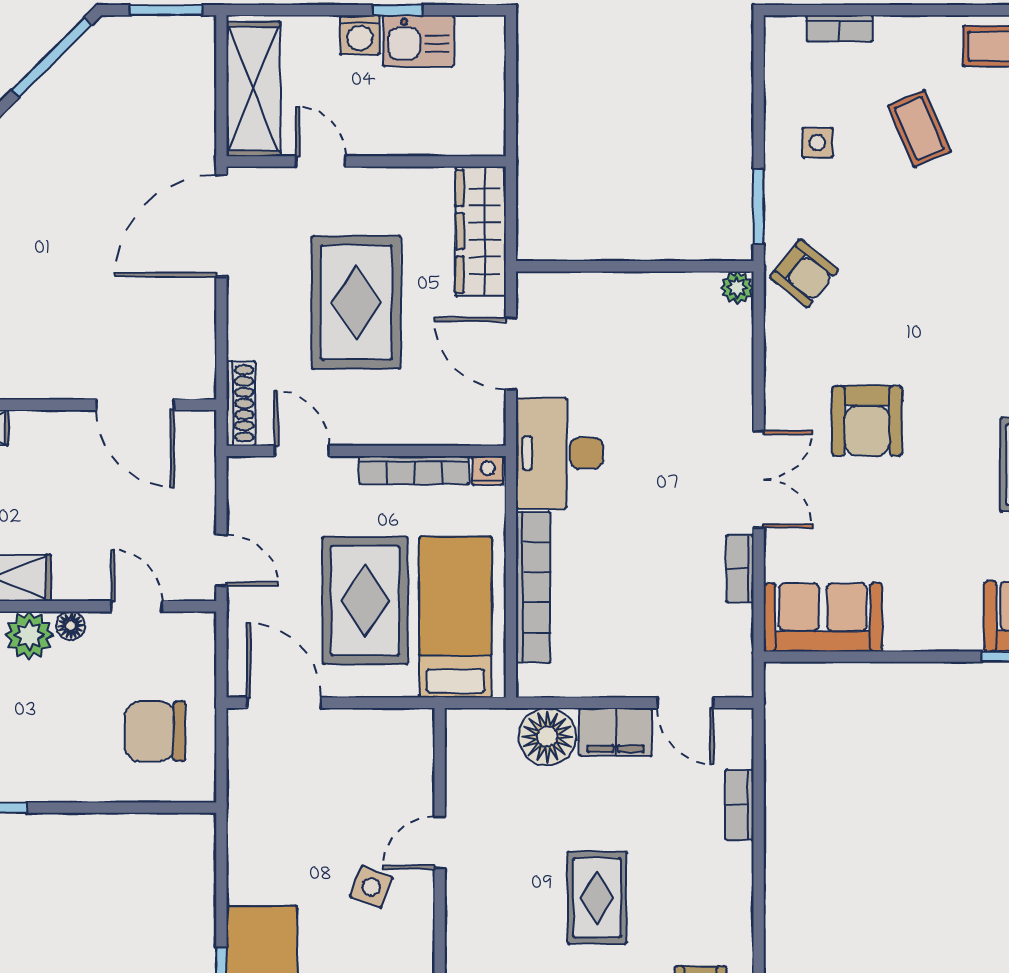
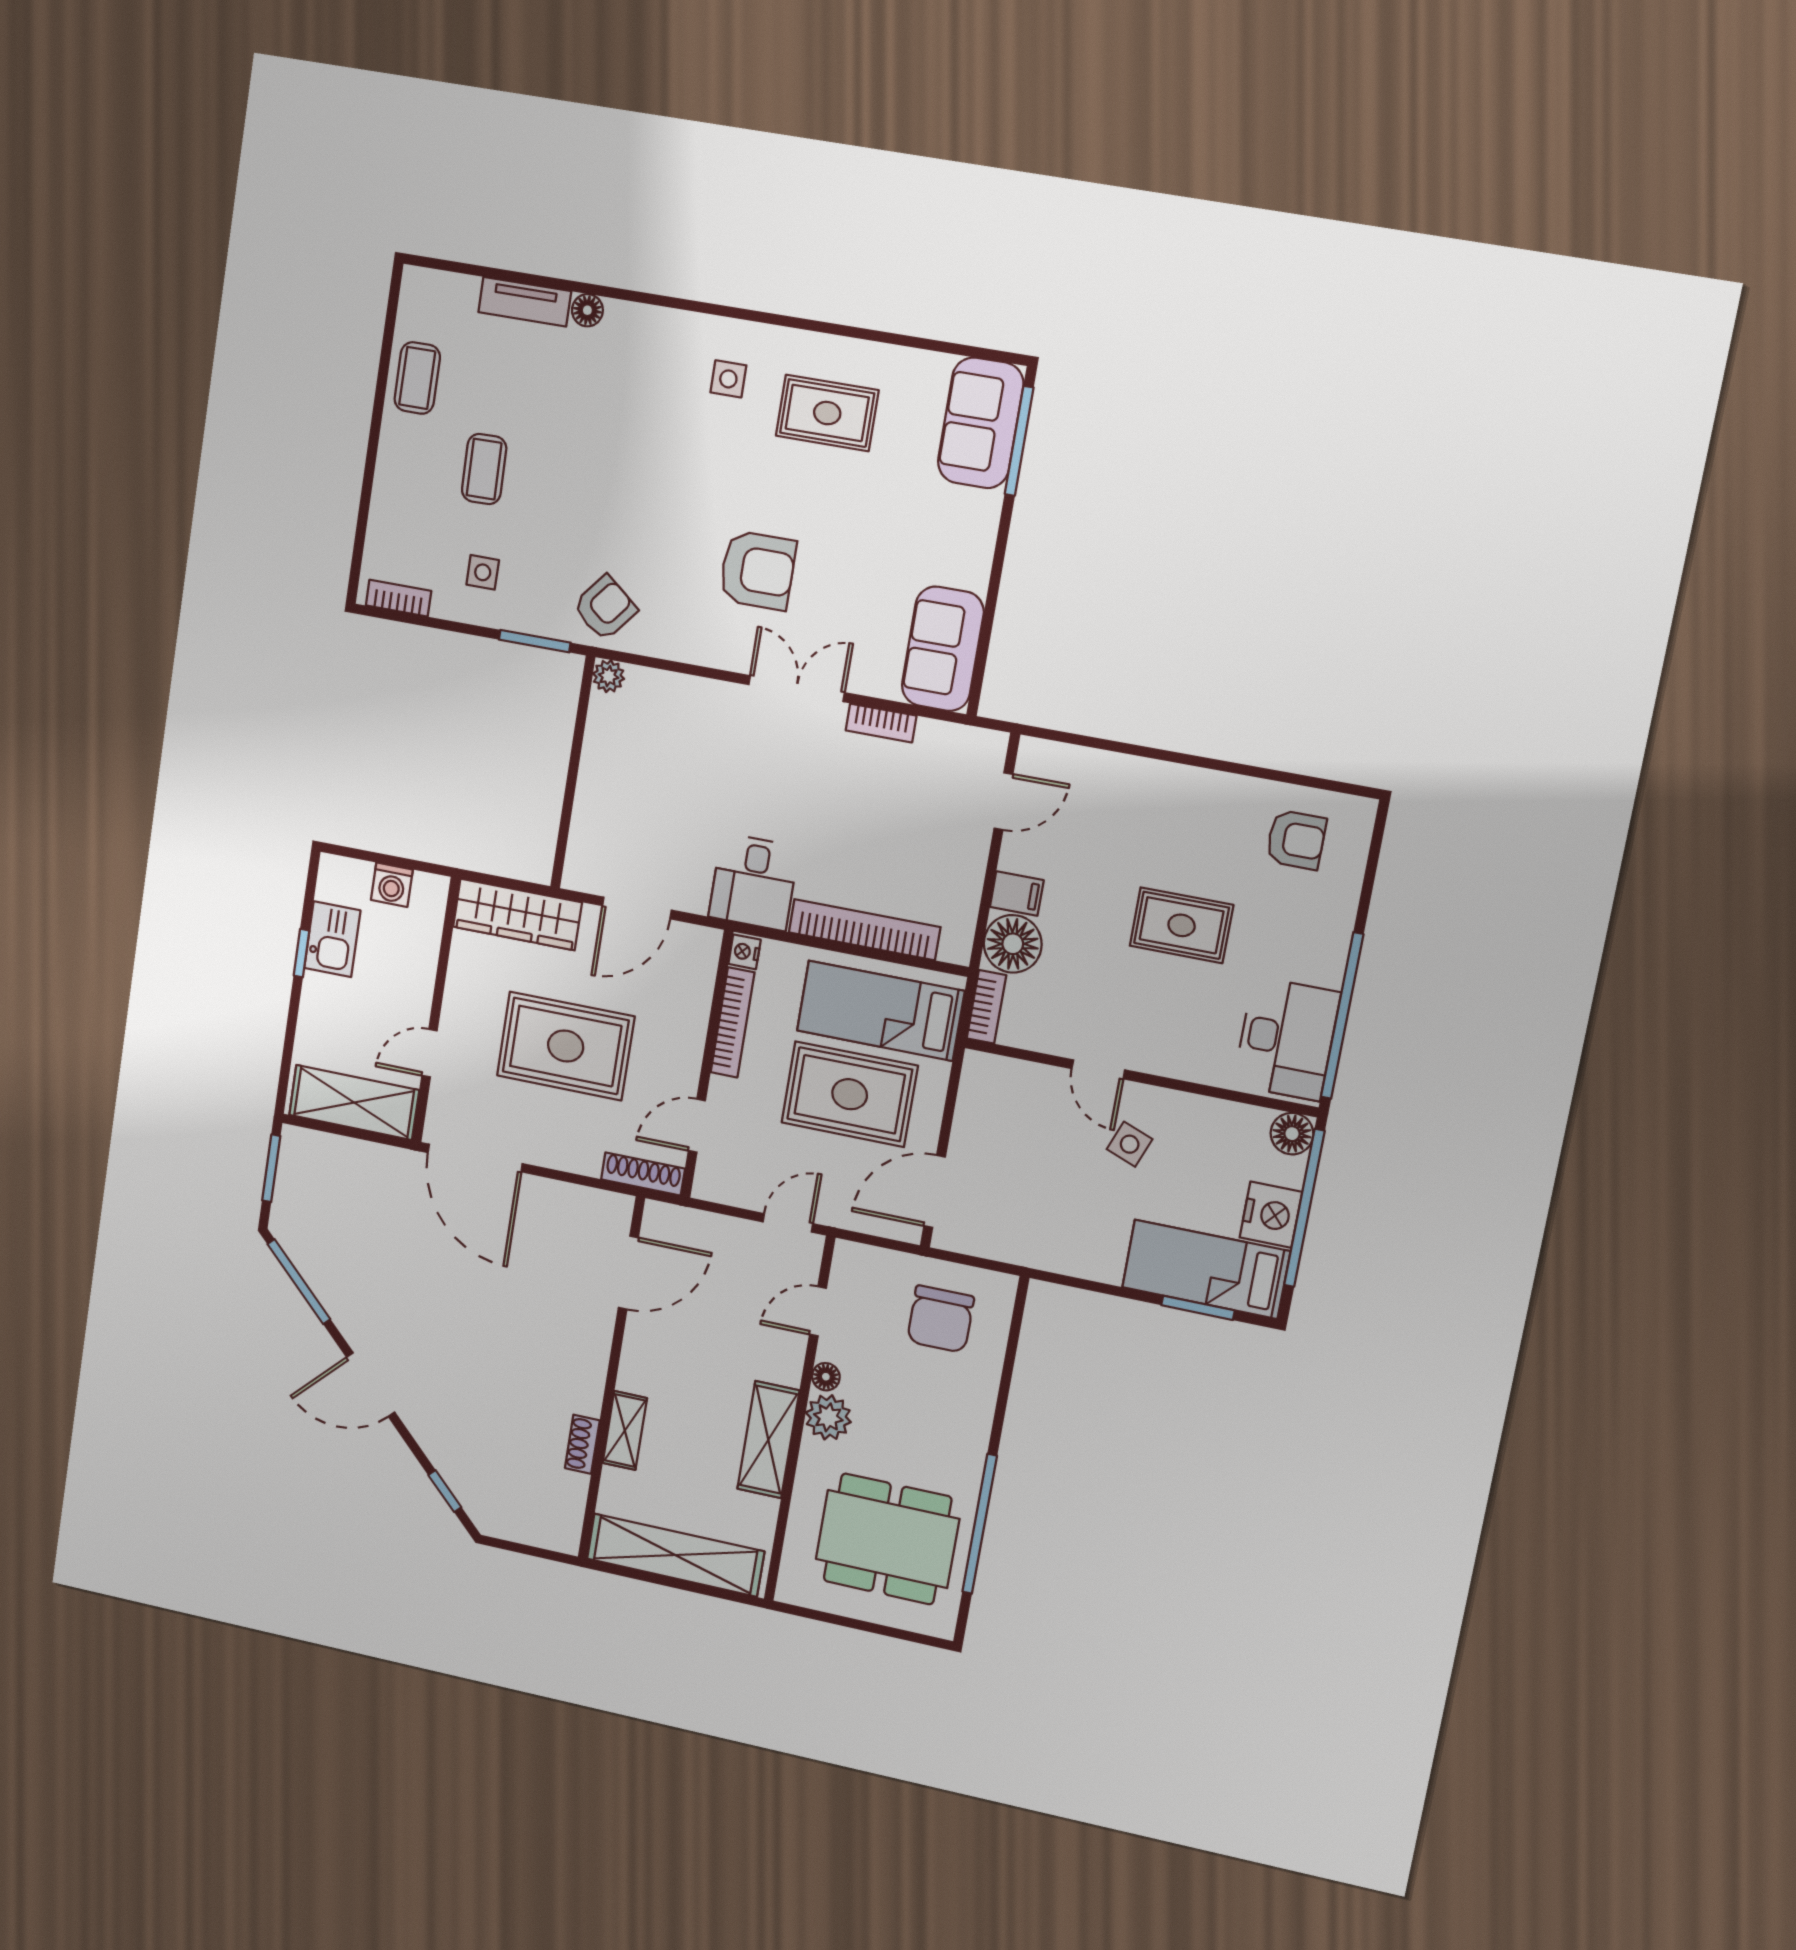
bookcase: (839, 28) -> (398, 598), moved, turned -90
washing machine: (360, 35) -> (392, 885), moved, turned 90
coffee table: (919, 128) -> (484, 469), turned -68
desk: (560, 453) -> (754, 882), width x0.73
filing cabinet: (616, 732) -> (1017, 894), width x0.50
bookcase: (739, 805) -> (987, 1007), moved, turned -90

